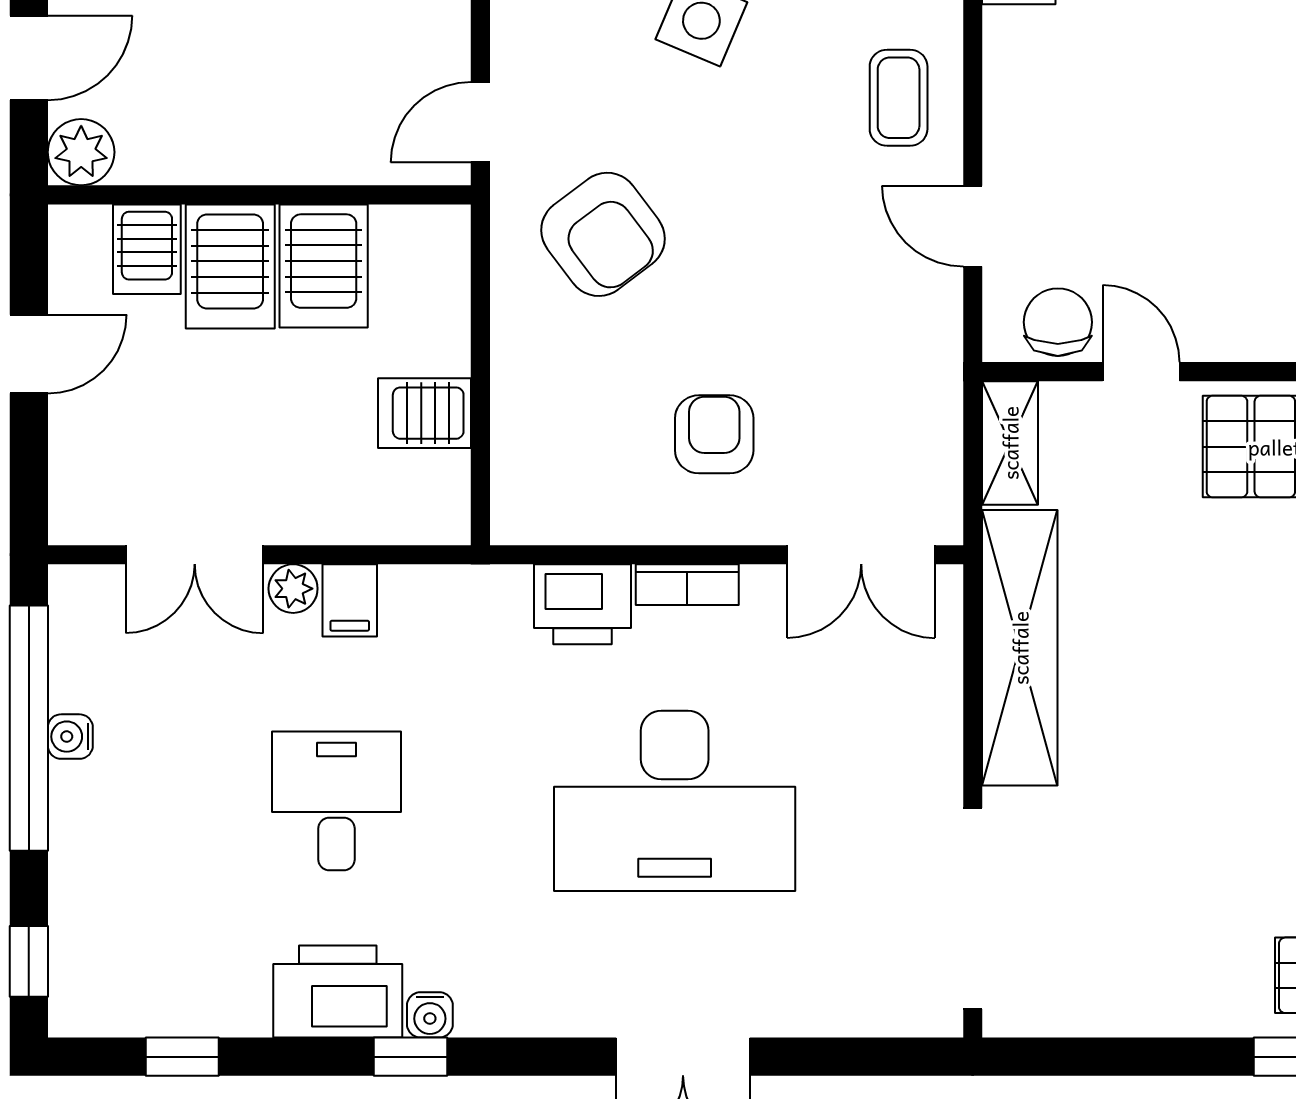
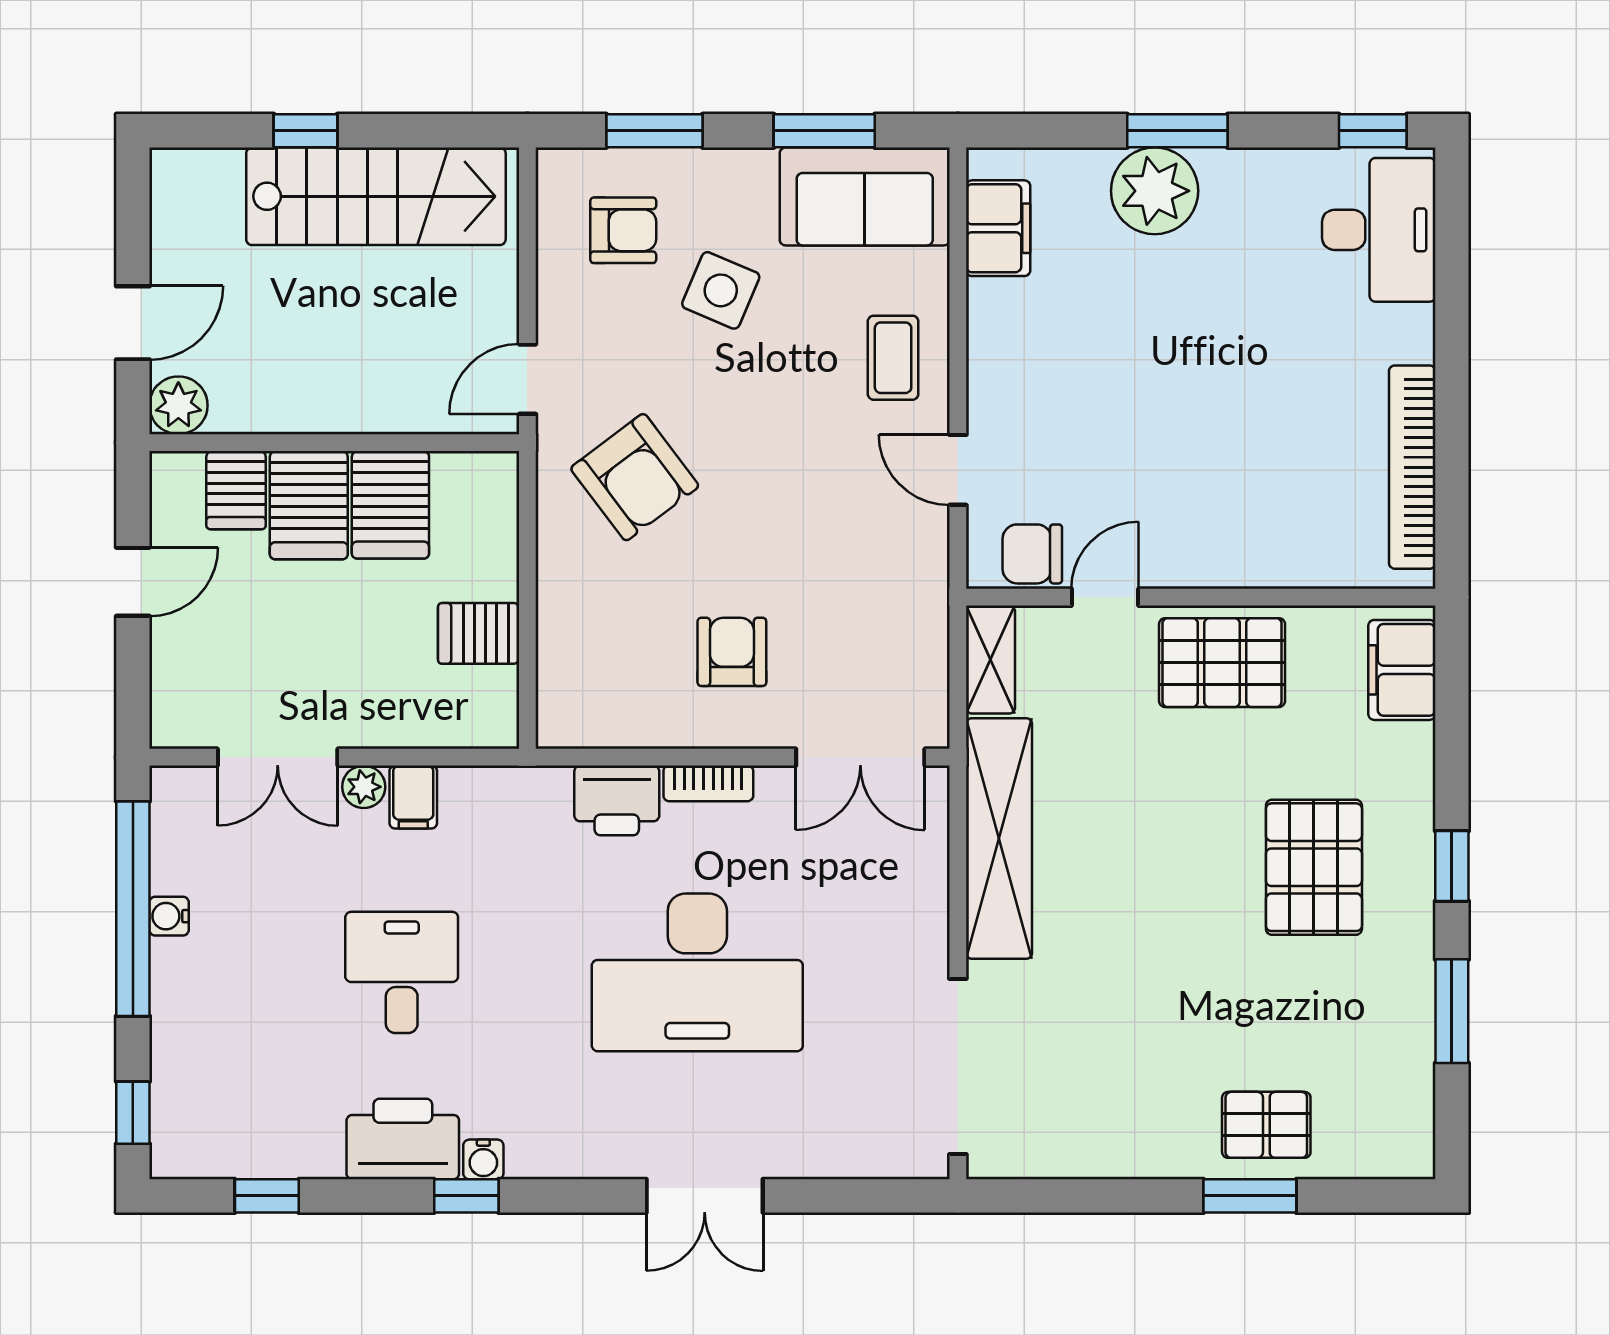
chair: (1058, 322) -> (1032, 554), turned -90
door: (1141, 372) -> (1105, 597), hinge flipped

